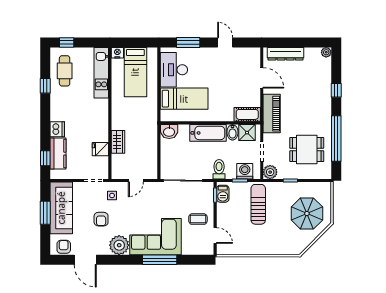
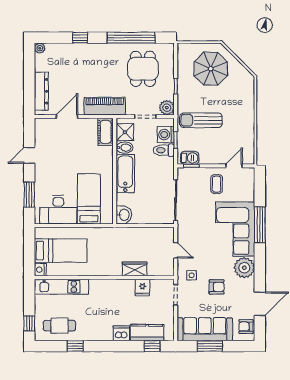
toilet: (219, 169) -> (164, 150), moved

